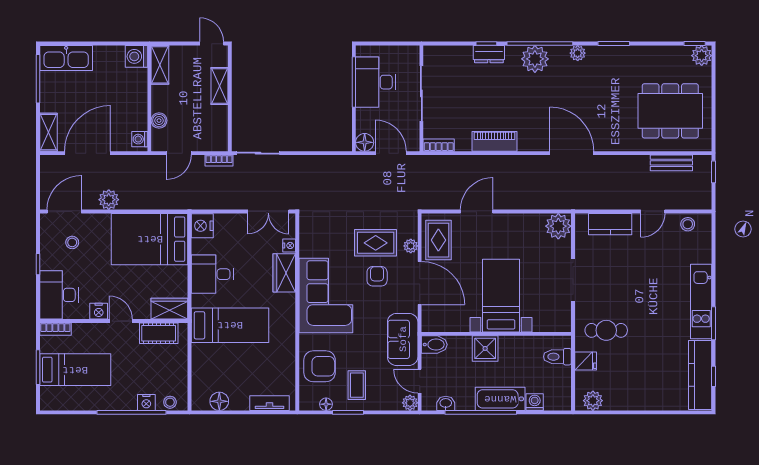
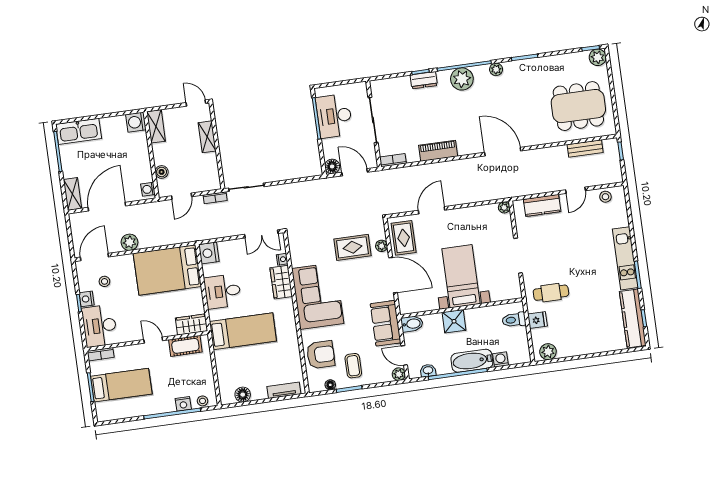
plant: (558, 226) -> (504, 207), width x0.53, depth x0.53
armchair: (377, 276) -> (357, 274), removed
nightstand: (99, 311) -> (87, 299), moved, turned 90

